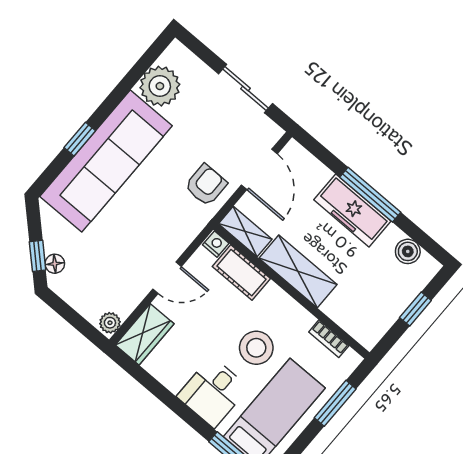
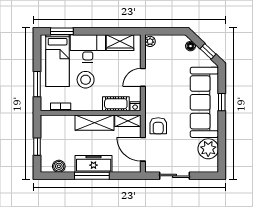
window: (38, 256) -> (208, 51), moved
wardrobe: (145, 334) -> (120, 43), moved, turned -90
desk: (213, 392) -> (88, 48), width x1.37

